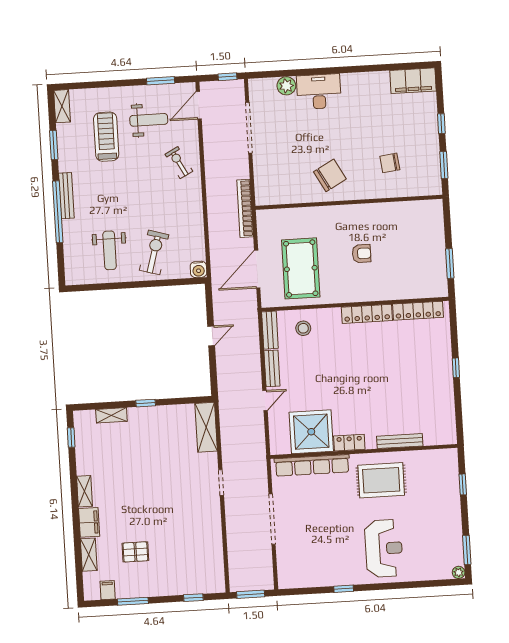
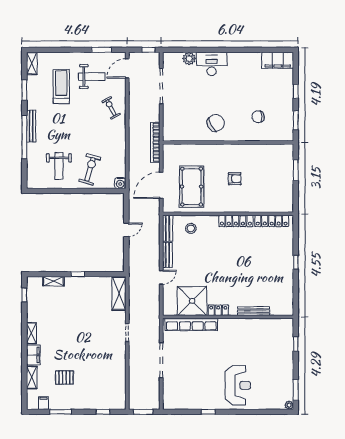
window: (450, 264) -> (296, 170), moved
rug: (381, 480) -> (239, 338), removed

